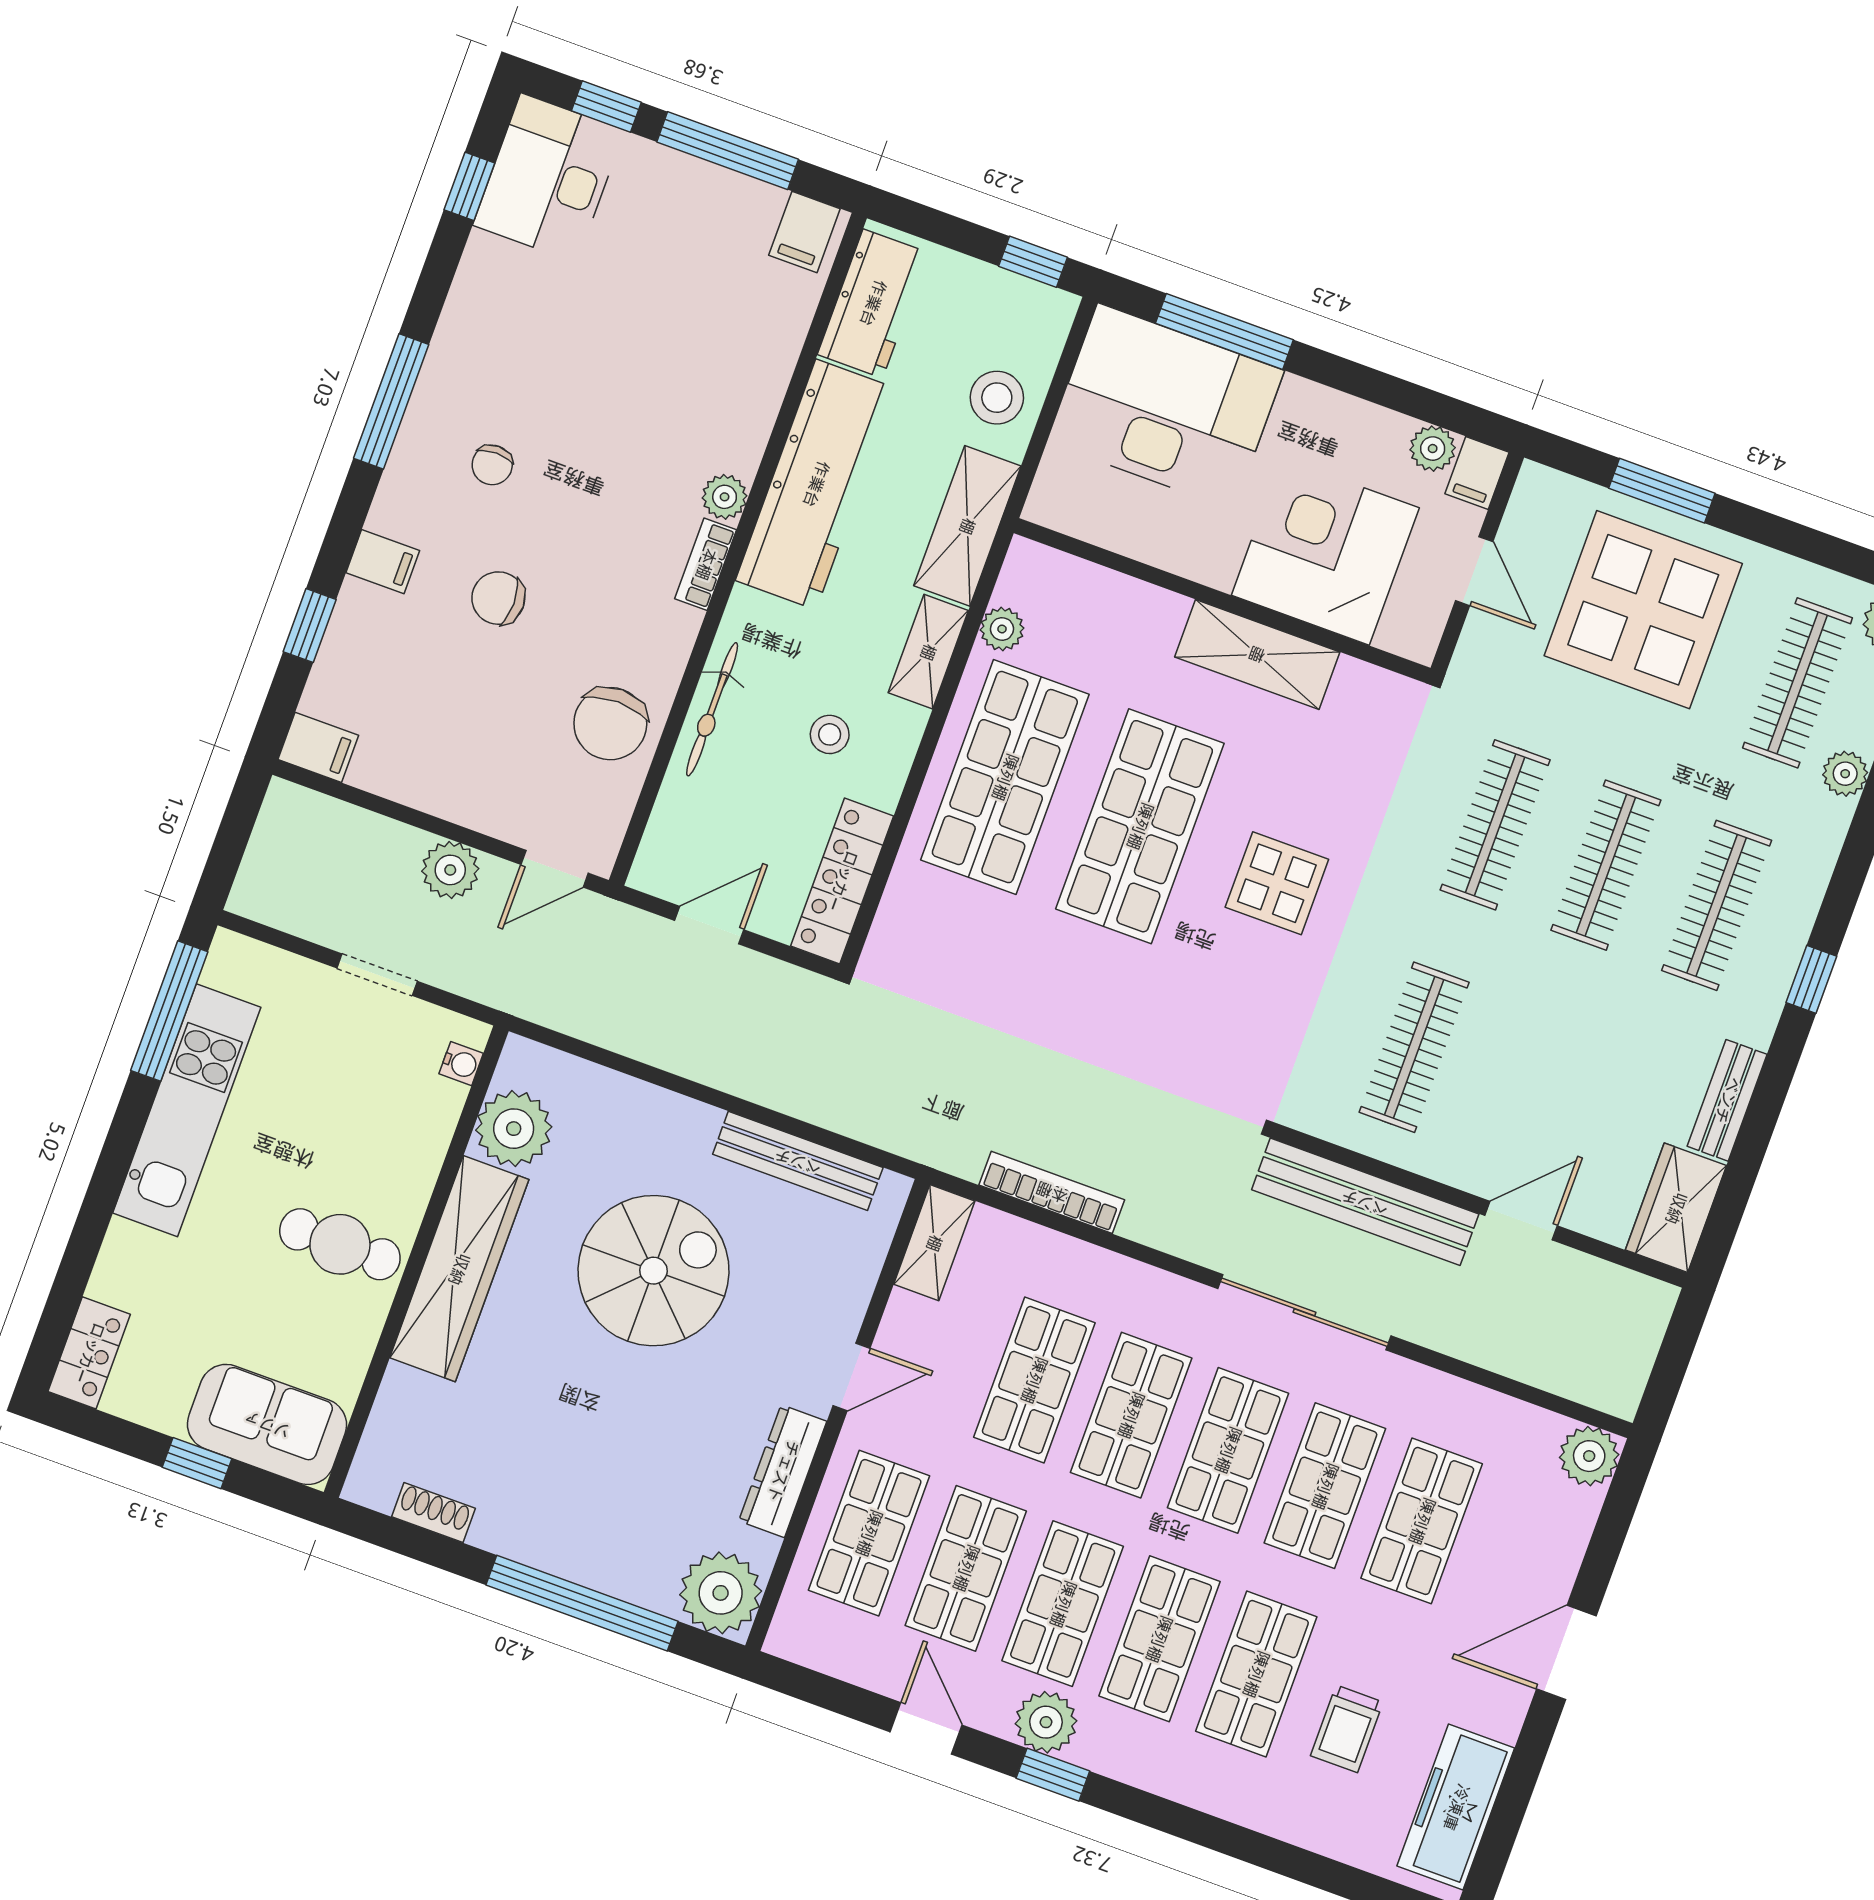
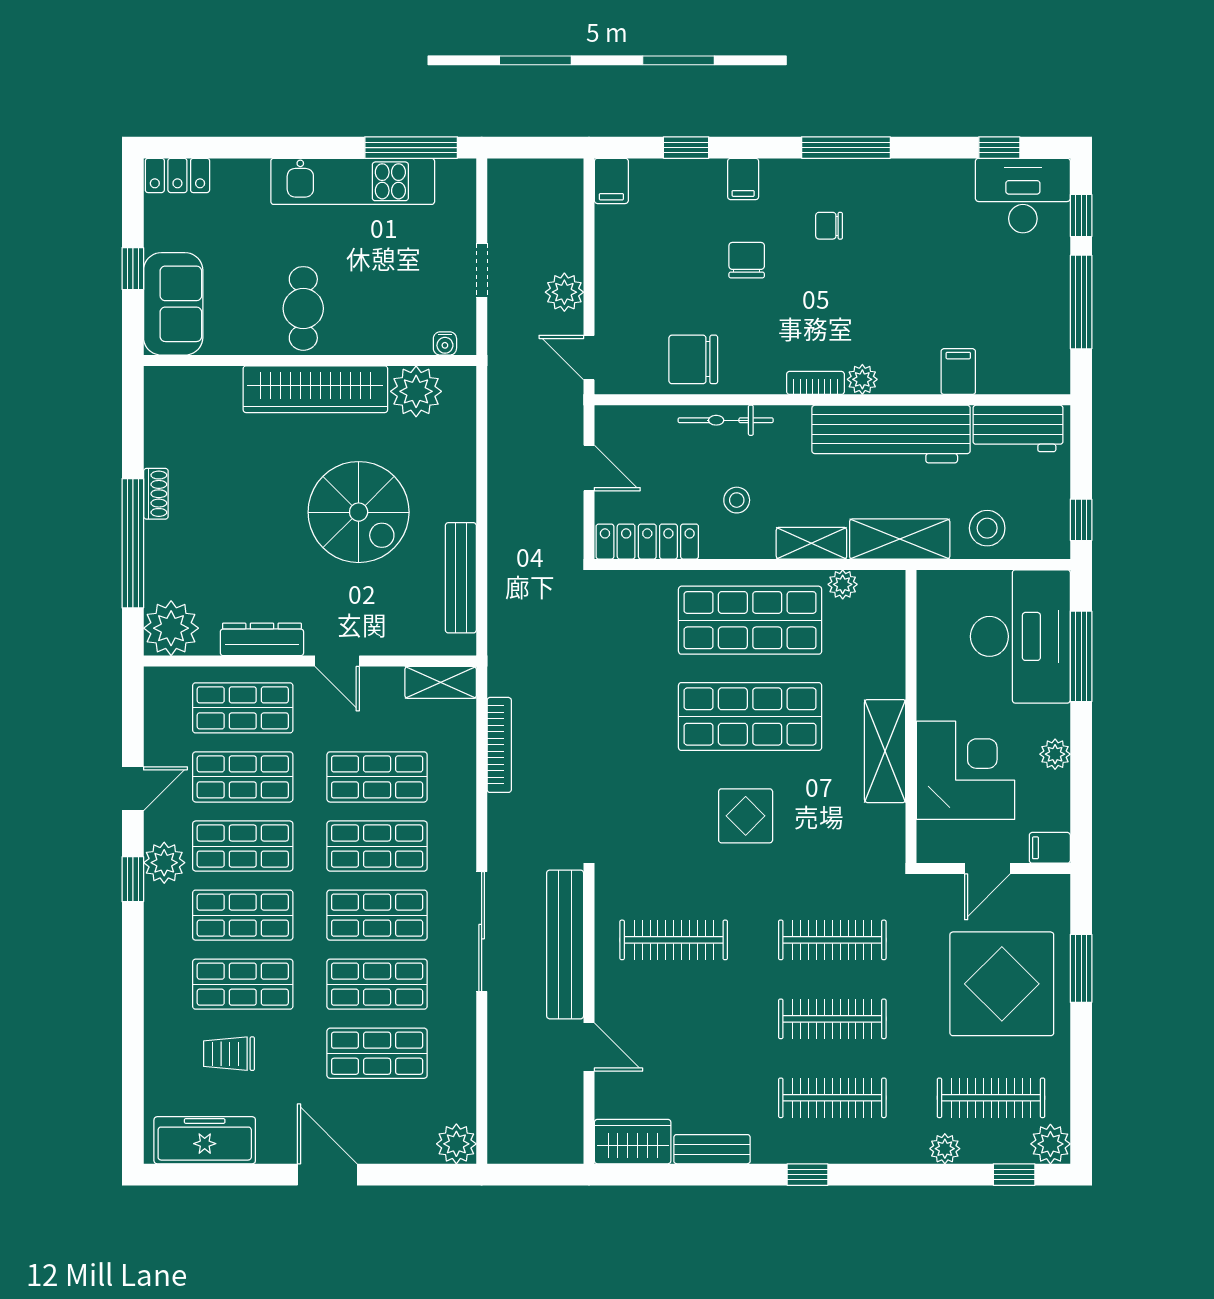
filing cabinet: (804, 232) -> (958, 372), moved, turned 90
plant: (1433, 449) -> (1055, 754), moved
shoe rack: (433, 1513) -> (156, 494), moved

